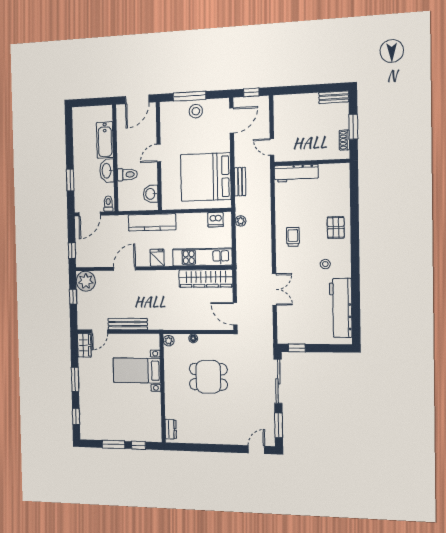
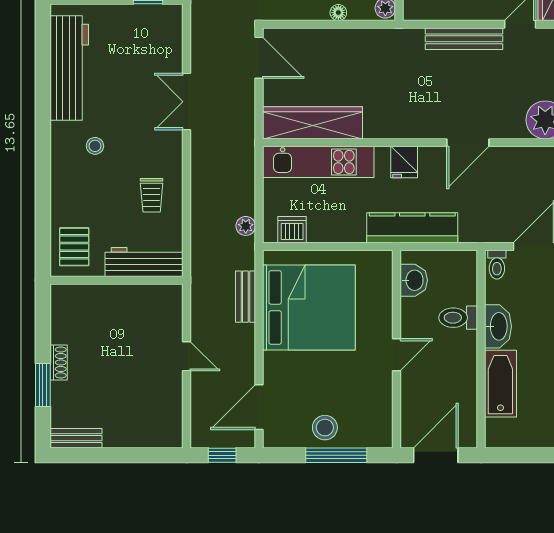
wall: (312, 162) -> (117, 280), moved
workbench: (296, 173) -> (144, 262), moved
pallet: (336, 227) -> (74, 247), moved

